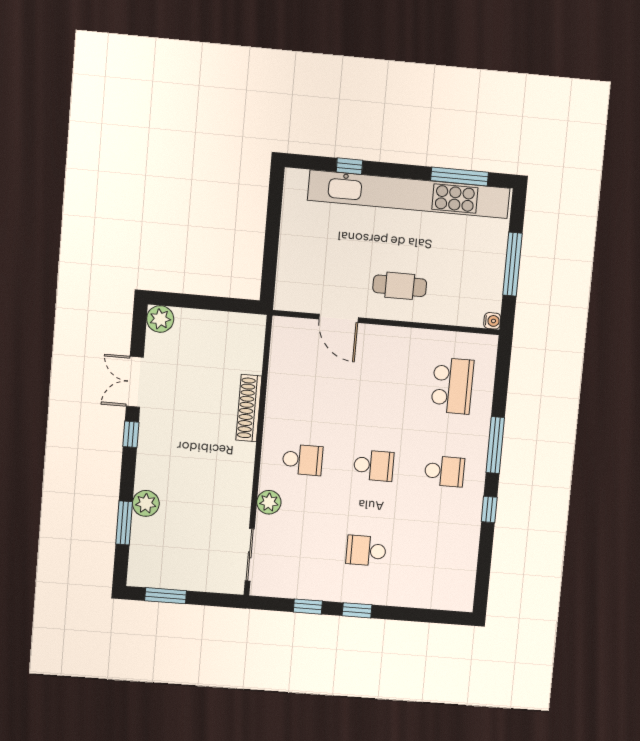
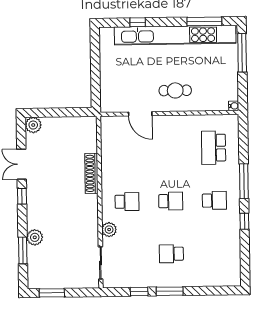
window: (512, 264) -> (242, 53), moved
school desk: (452, 386) -> (214, 148), turned 180
window: (357, 610) -> (170, 291), width x1.50

